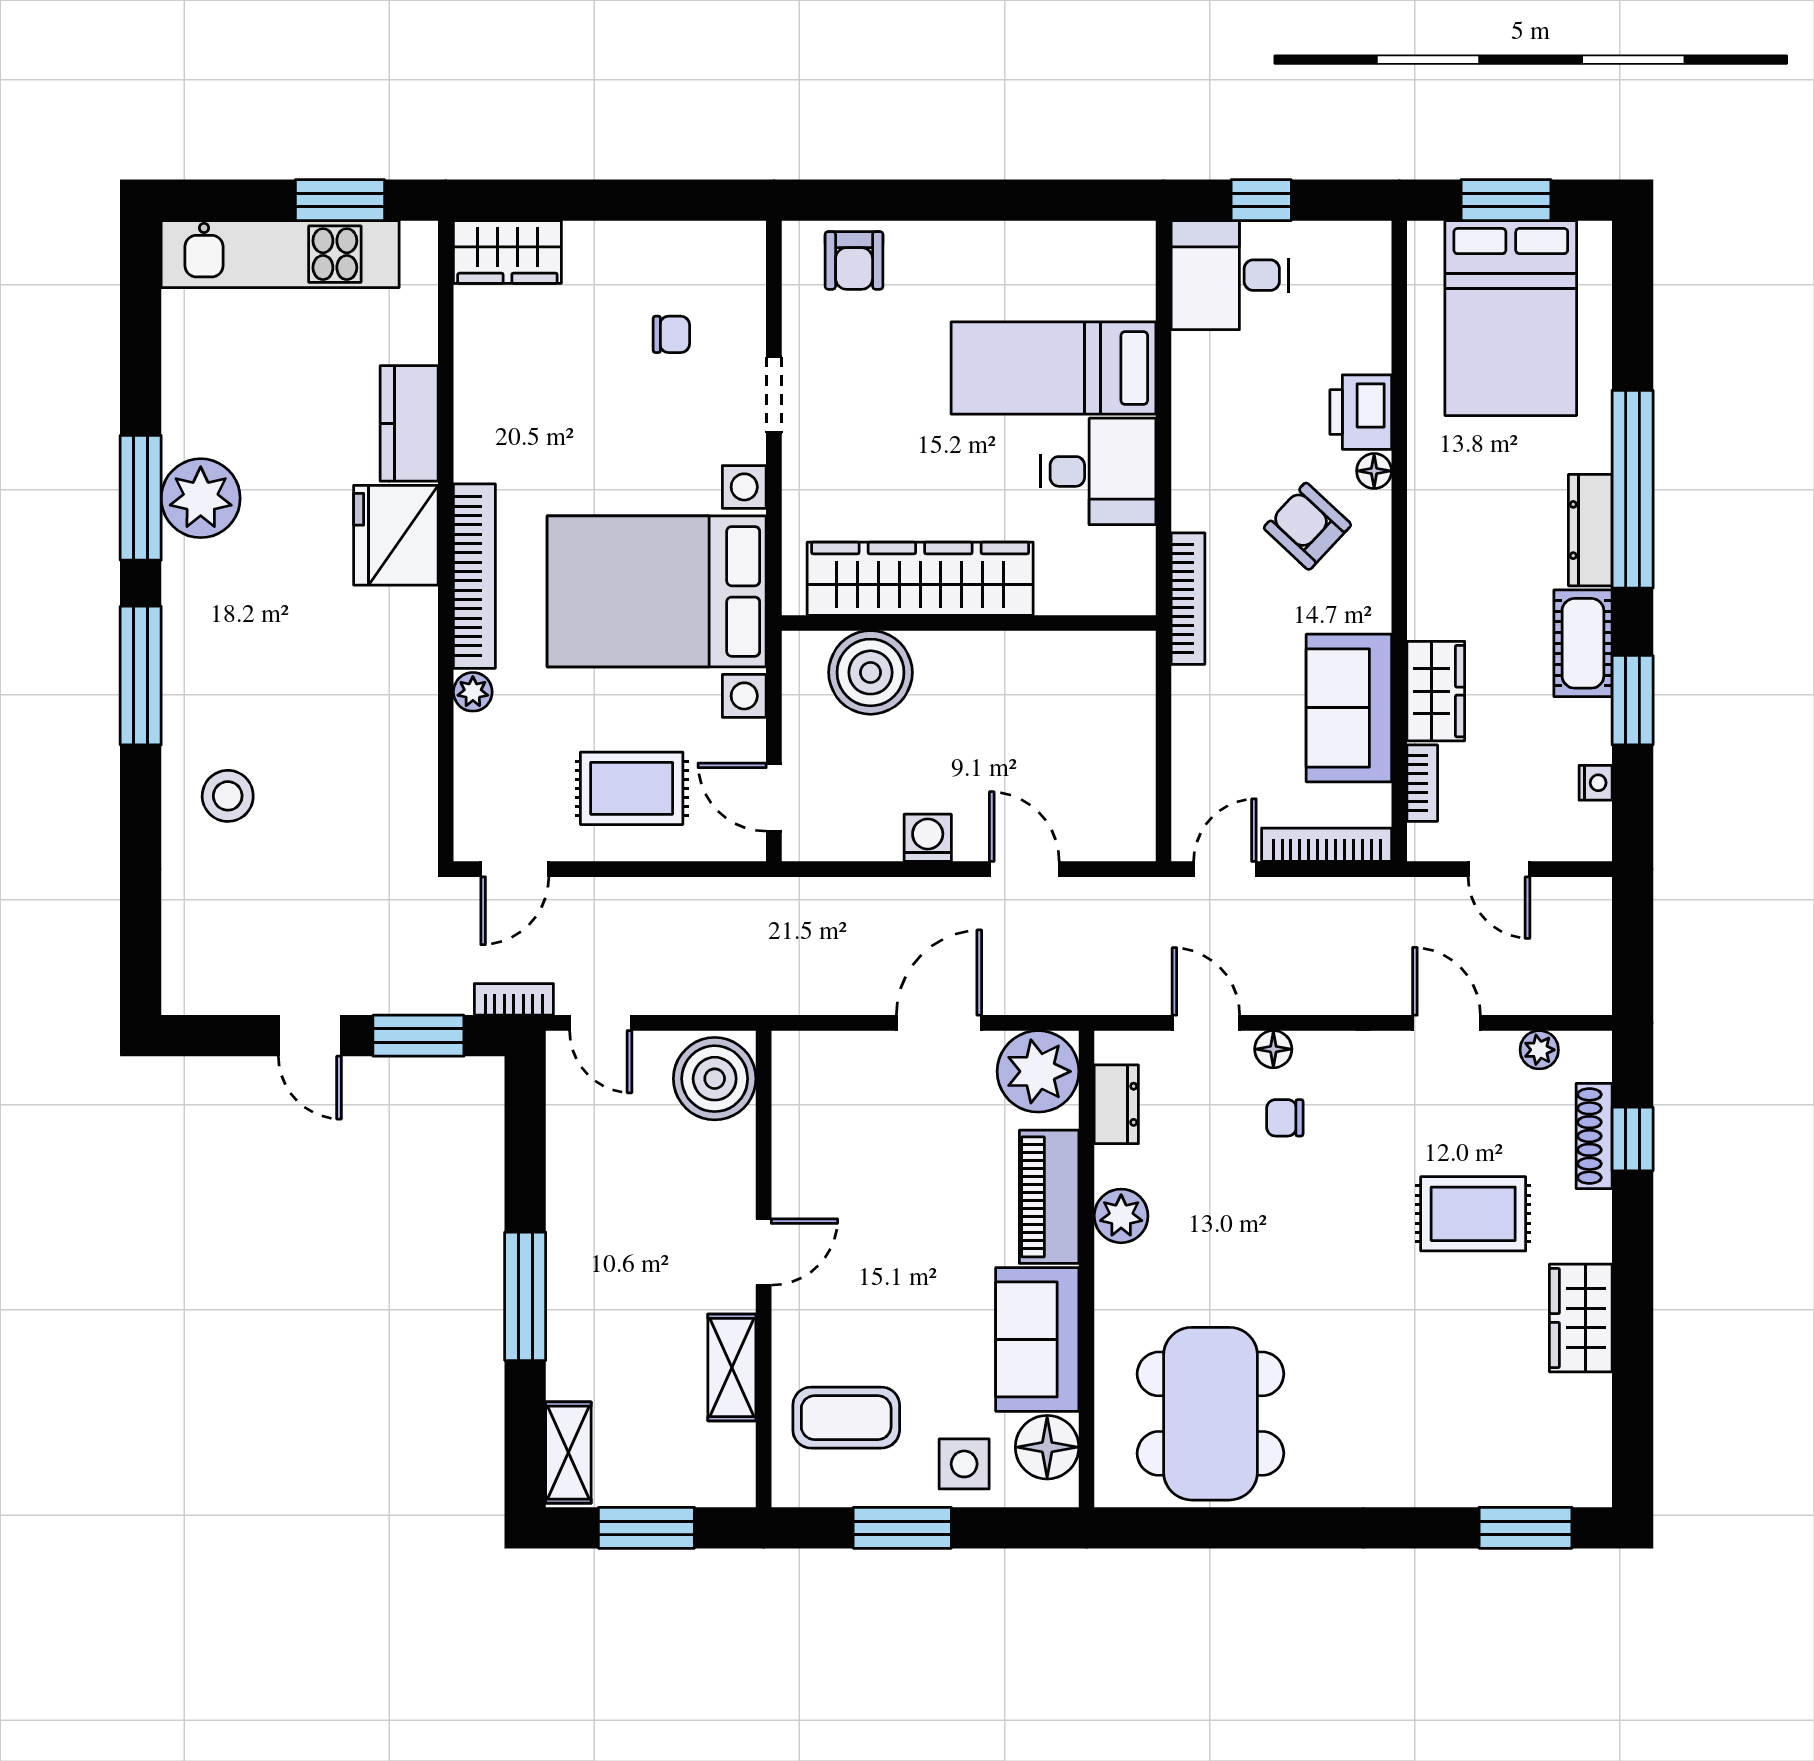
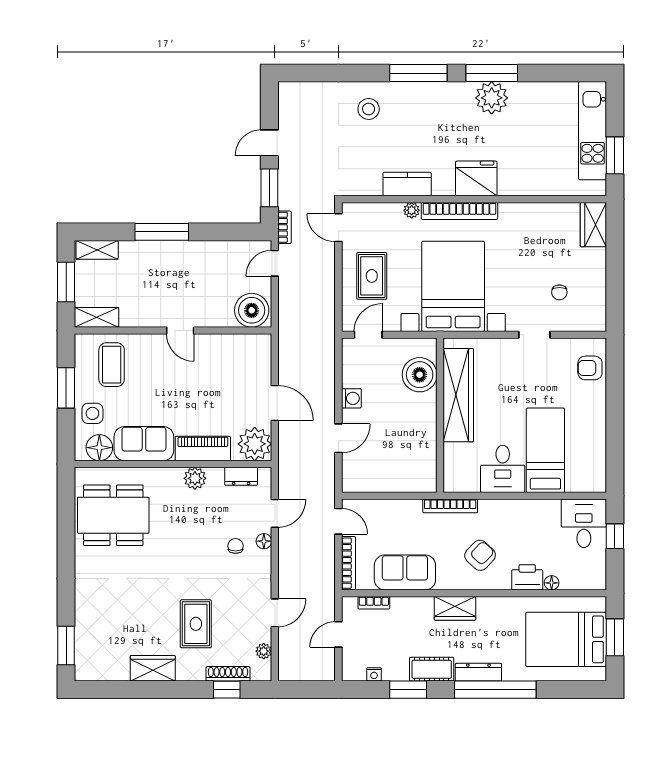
kitchen counter: (409, 423) -> (407, 184), moved
floor lamp: (1374, 471) -> (552, 583), moved
wardrobe: (1436, 691) -> (455, 608), moved
shelving: (732, 1367) -> (97, 317), moved

